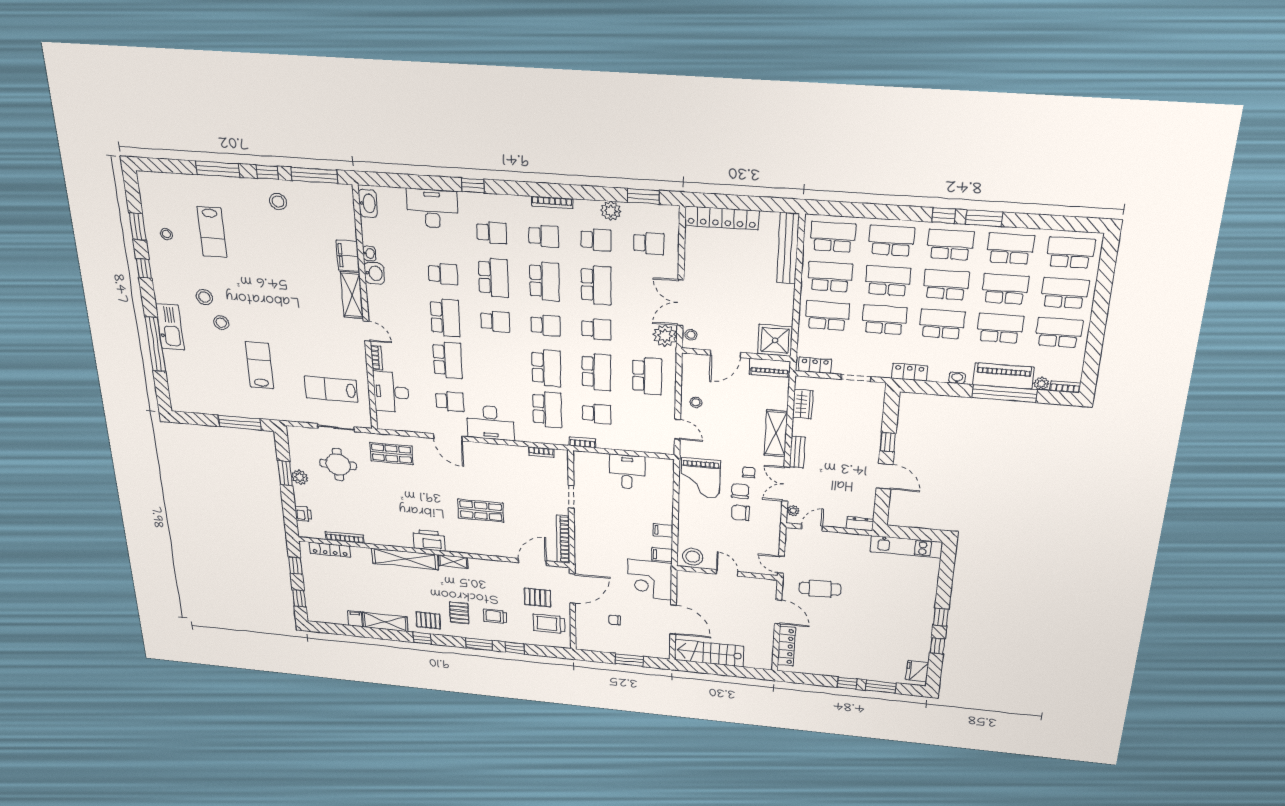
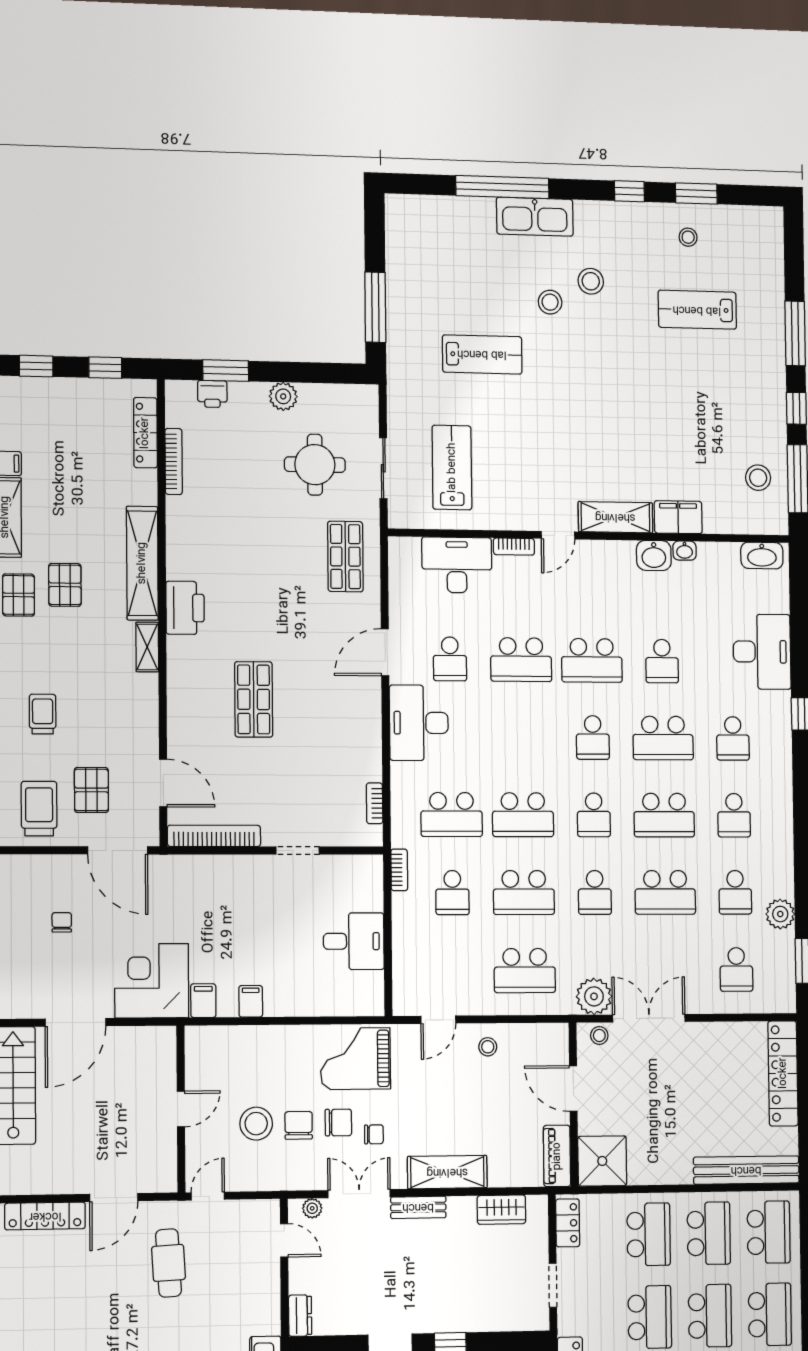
stool: (278, 202) -> (758, 478), moved
bookcase: (552, 202) -> (786, 829), removed
window: (285, 473) -> (226, 371), moved
stool: (693, 557) -> (256, 1124), moved
pallet: (459, 613) -> (65, 585), moved, turned 90

